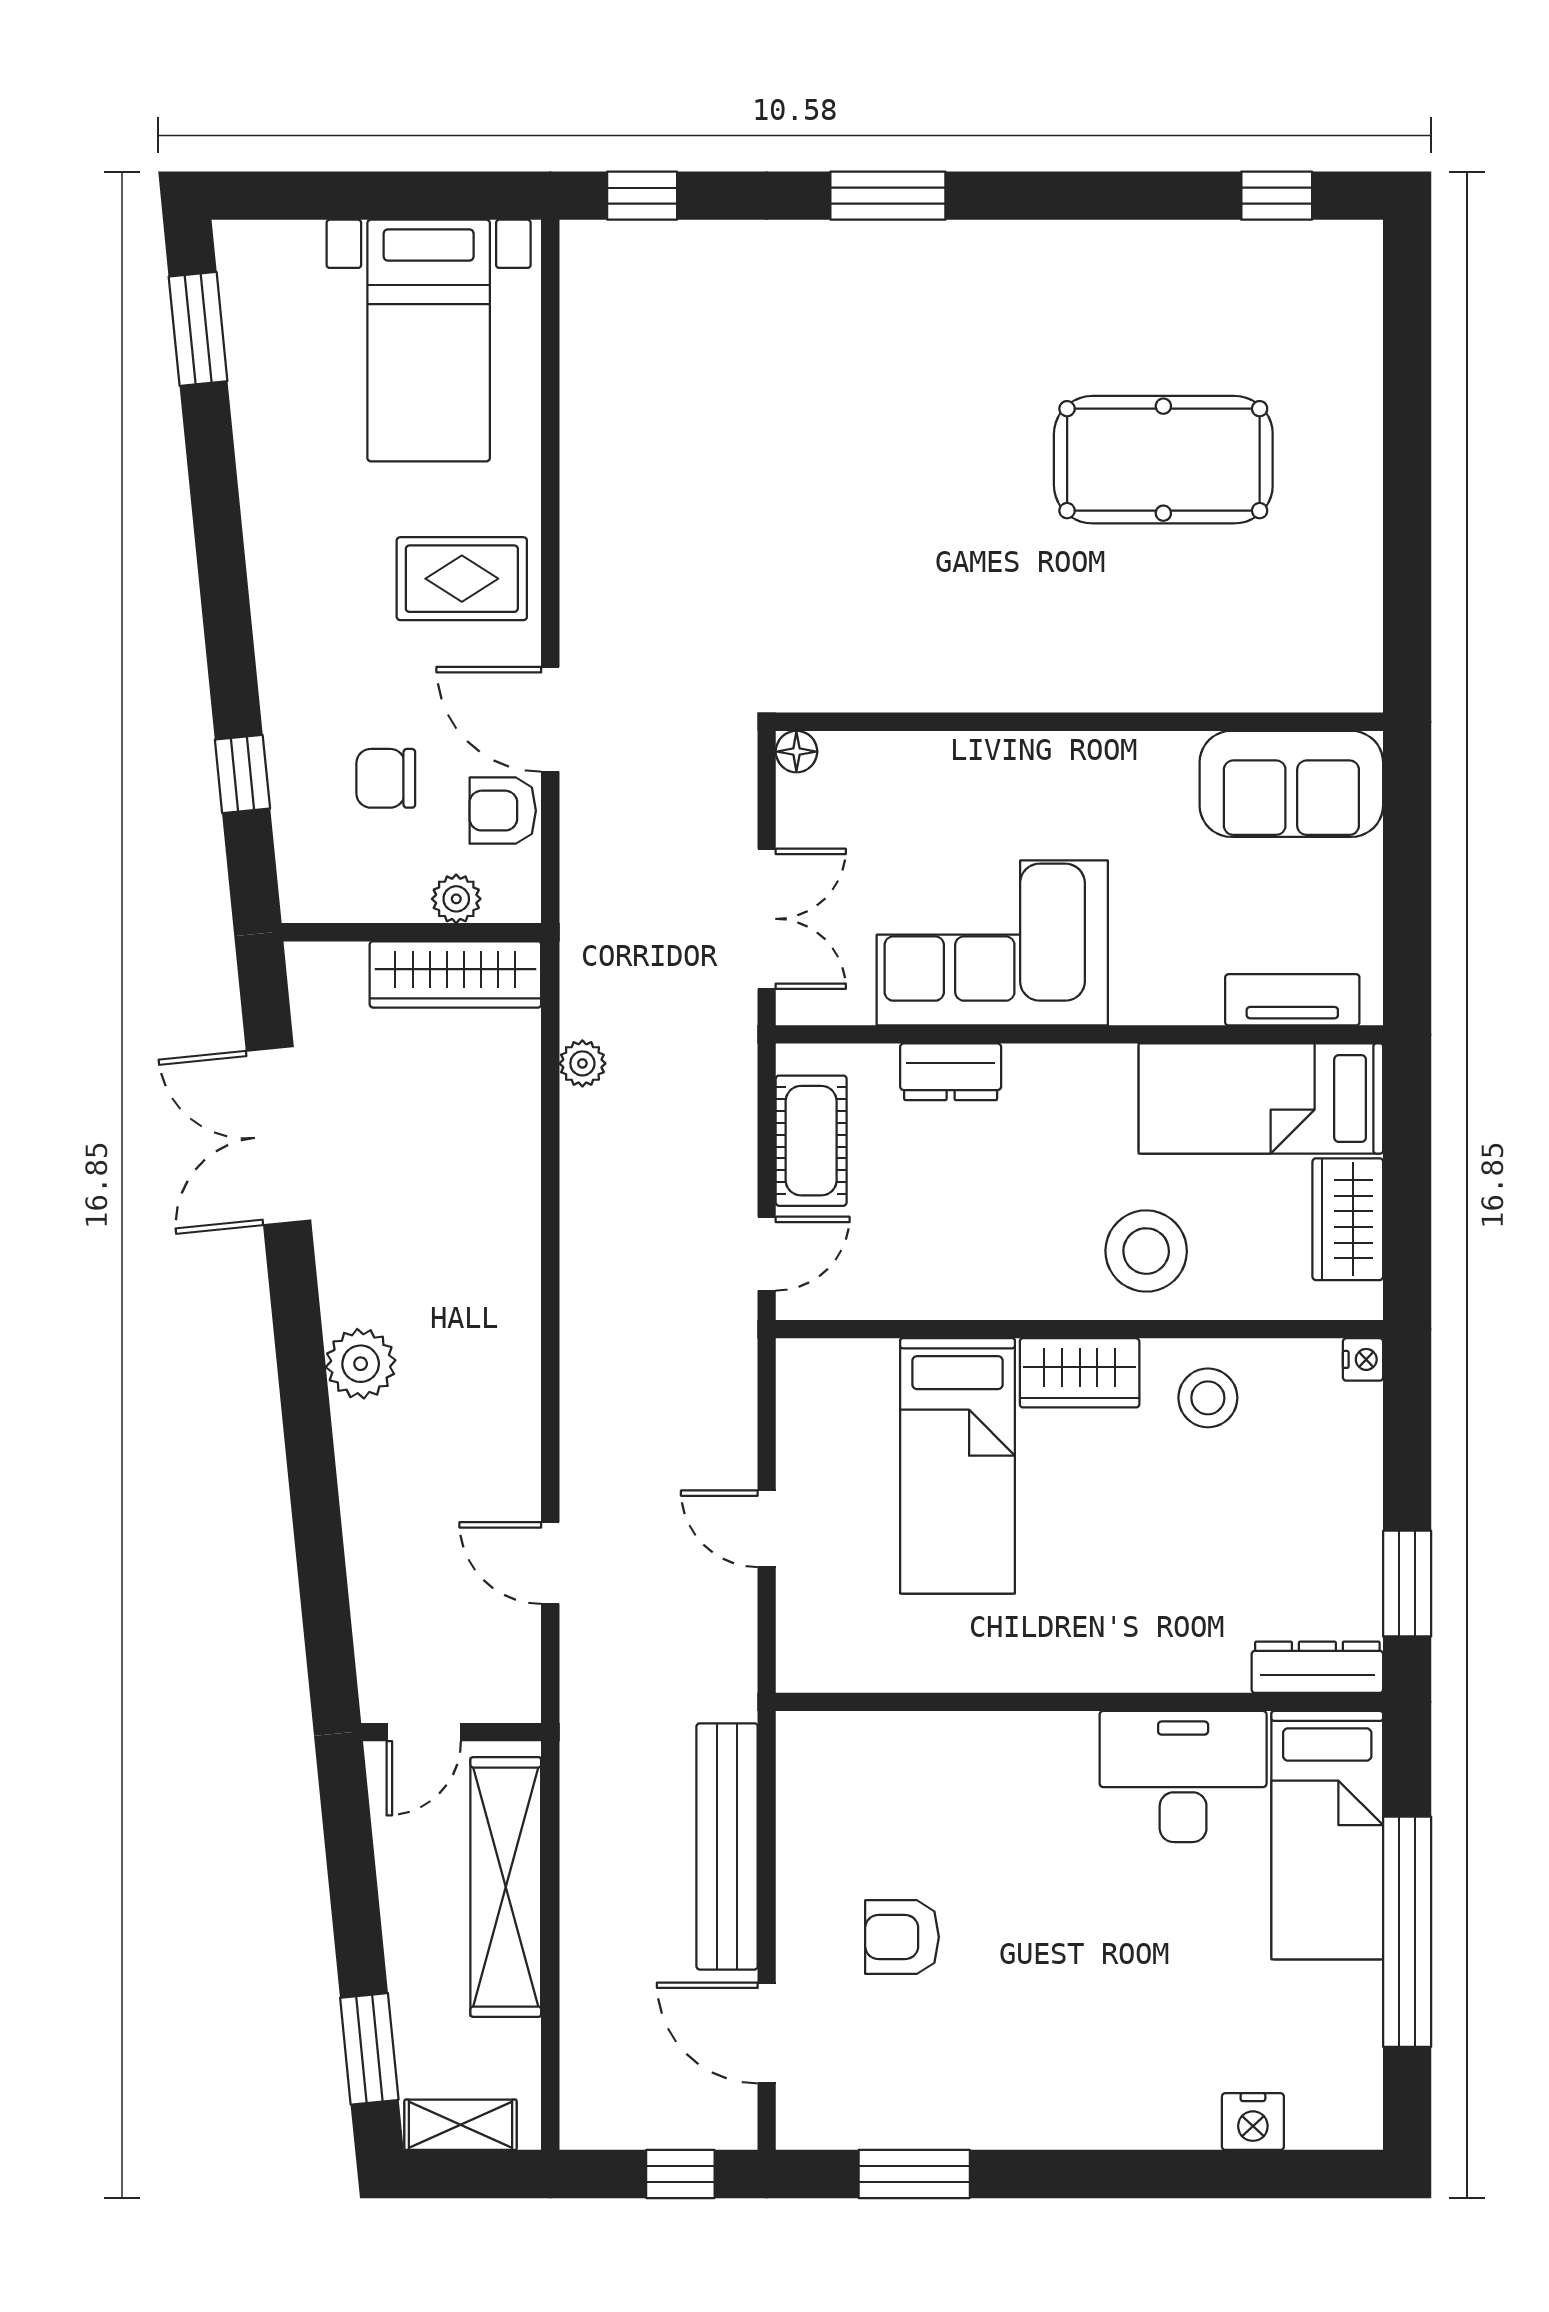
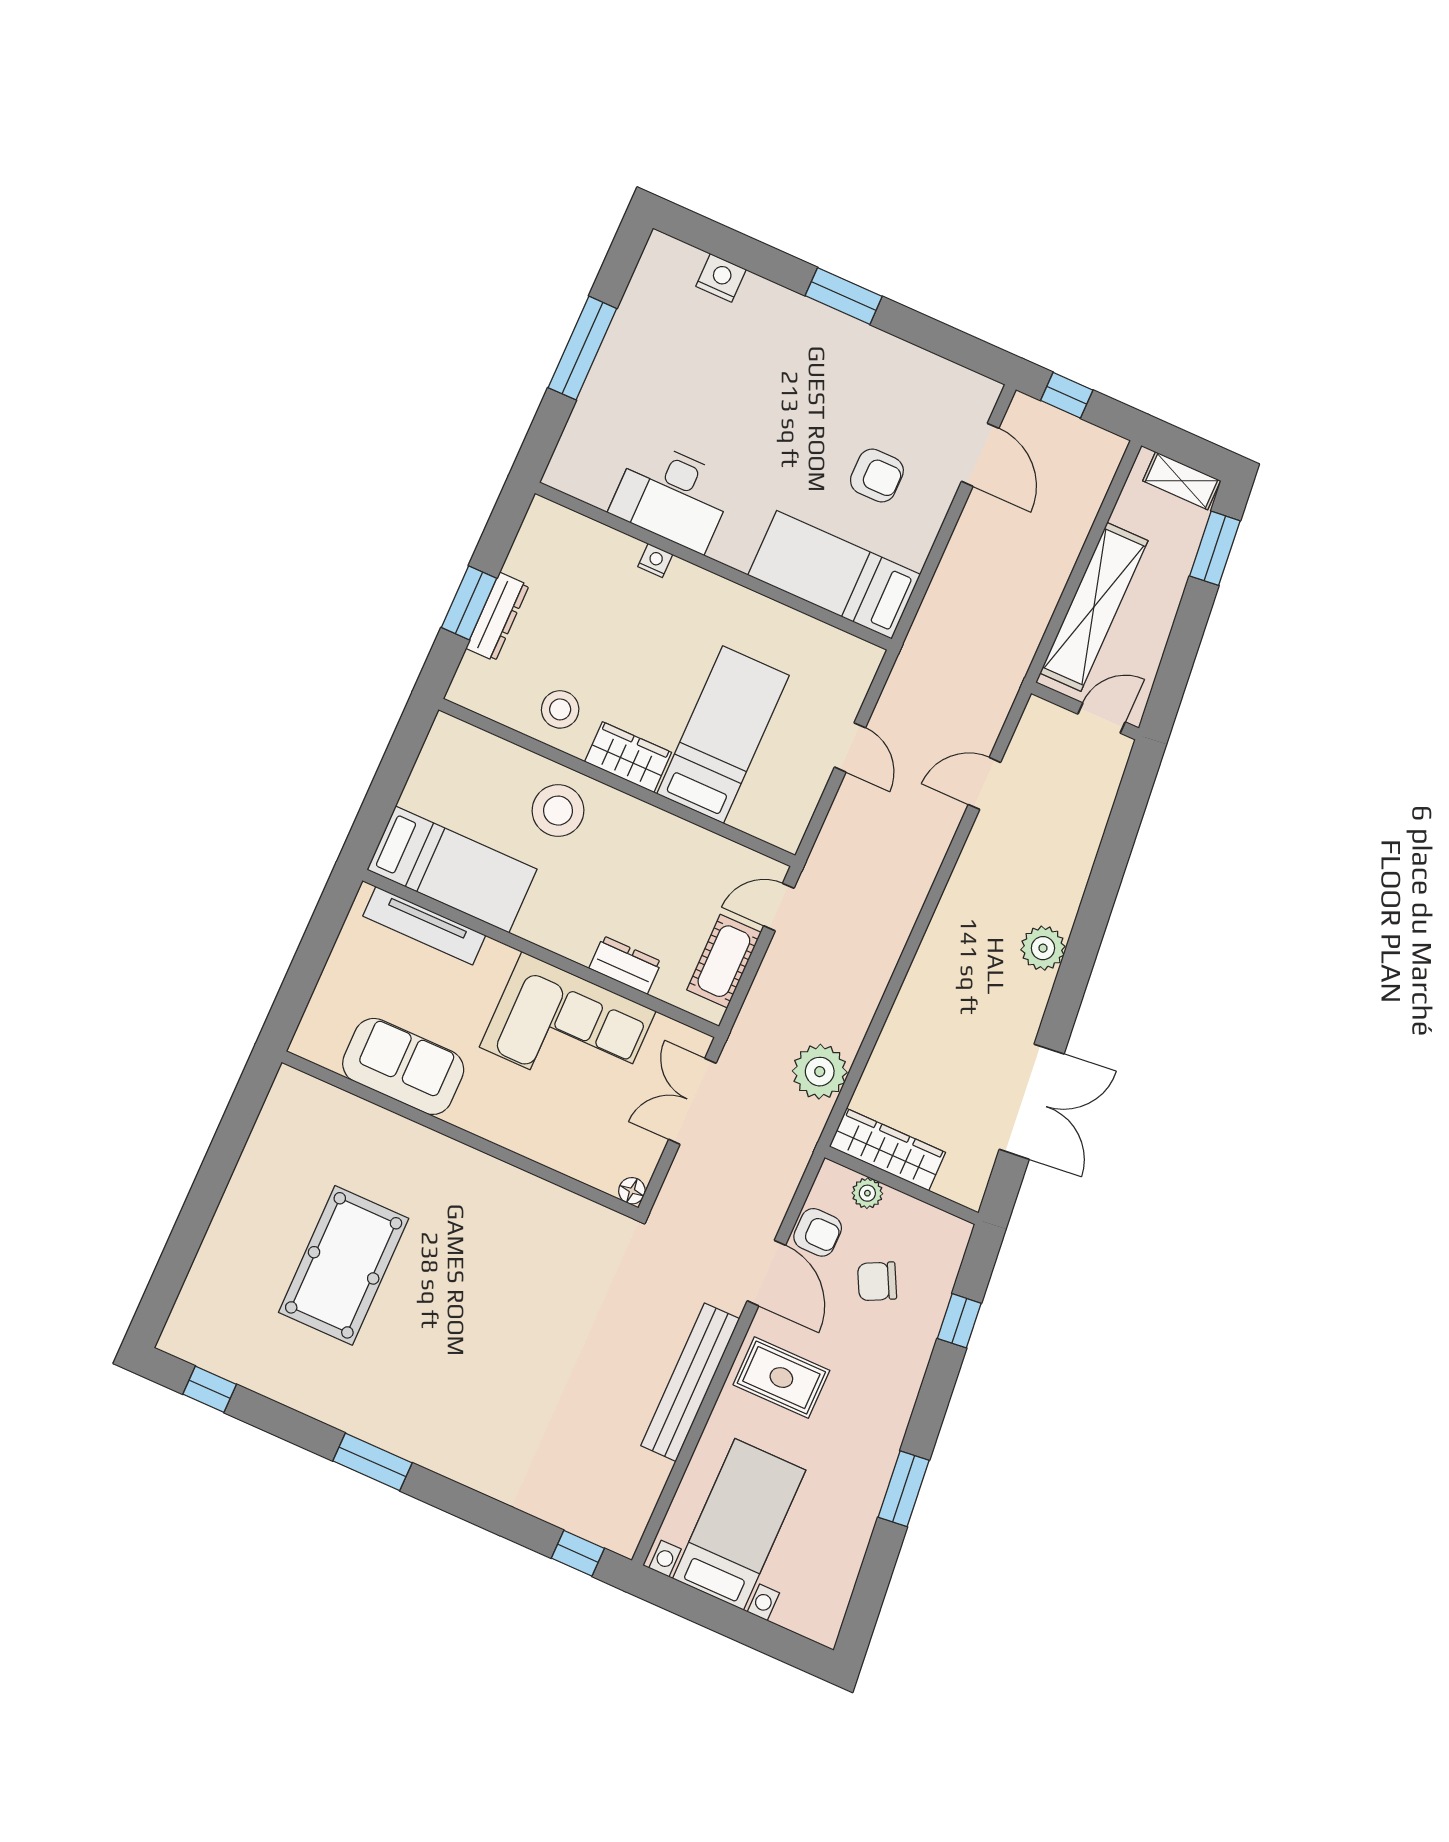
window: (888, 196) -> (373, 1462), moved
window: (198, 329) -> (904, 1489), moved
pool table: (1163, 460) -> (344, 1265), turned 90
chair: (386, 778) -> (877, 1281), turned 153
sofa: (1291, 784) -> (403, 1066), moved
tv unit: (1292, 1000) -> (424, 926), width x1.41
plant: (582, 1063) -> (820, 1072), width x1.88, depth x1.88
wardrobe: (1348, 1219) -> (433, 777), removed
nightstand: (1363, 1359) -> (655, 561), moved, turned 90
door: (550, 1563) -> (984, 783), swing flipped
window: (1407, 1584) -> (469, 603), moved
dresser: (1317, 1667) -> (497, 617), moved, turned -90
bed: (1327, 1835) -> (834, 575), moved, turned -90
bench: (727, 1846) -> (690, 1382), moved
window: (1407, 1932) -> (582, 348), width x0.68
window: (914, 2174) -> (844, 296), moved

